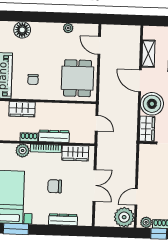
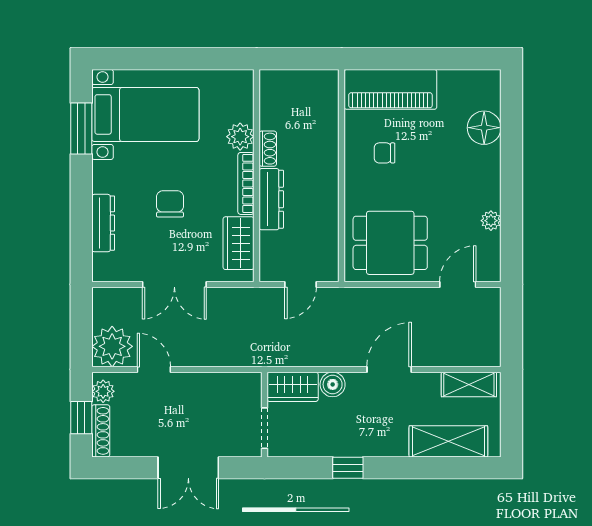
shelving: (148, 54) -> (469, 384), moved
boiler: (152, 104) -> (333, 384), width x0.54, depth x0.54
wardrobe: (22, 109) -> (324, 133), removed

